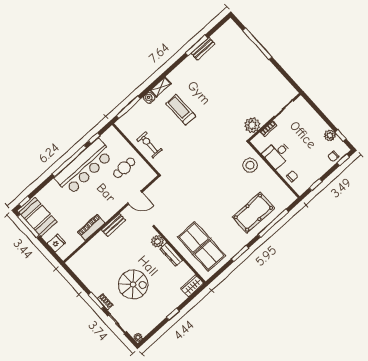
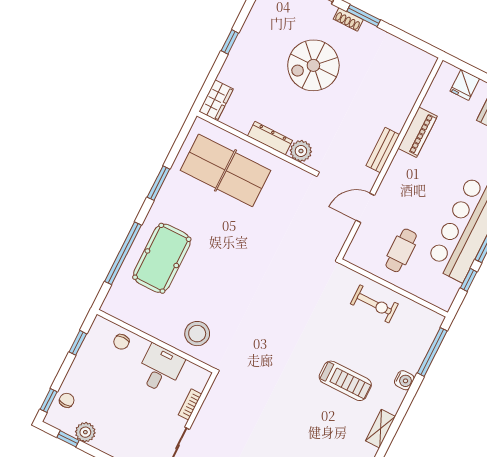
shelving: (161, 87) -> (380, 429), moved
plant: (252, 125) -> (219, 400), removed

